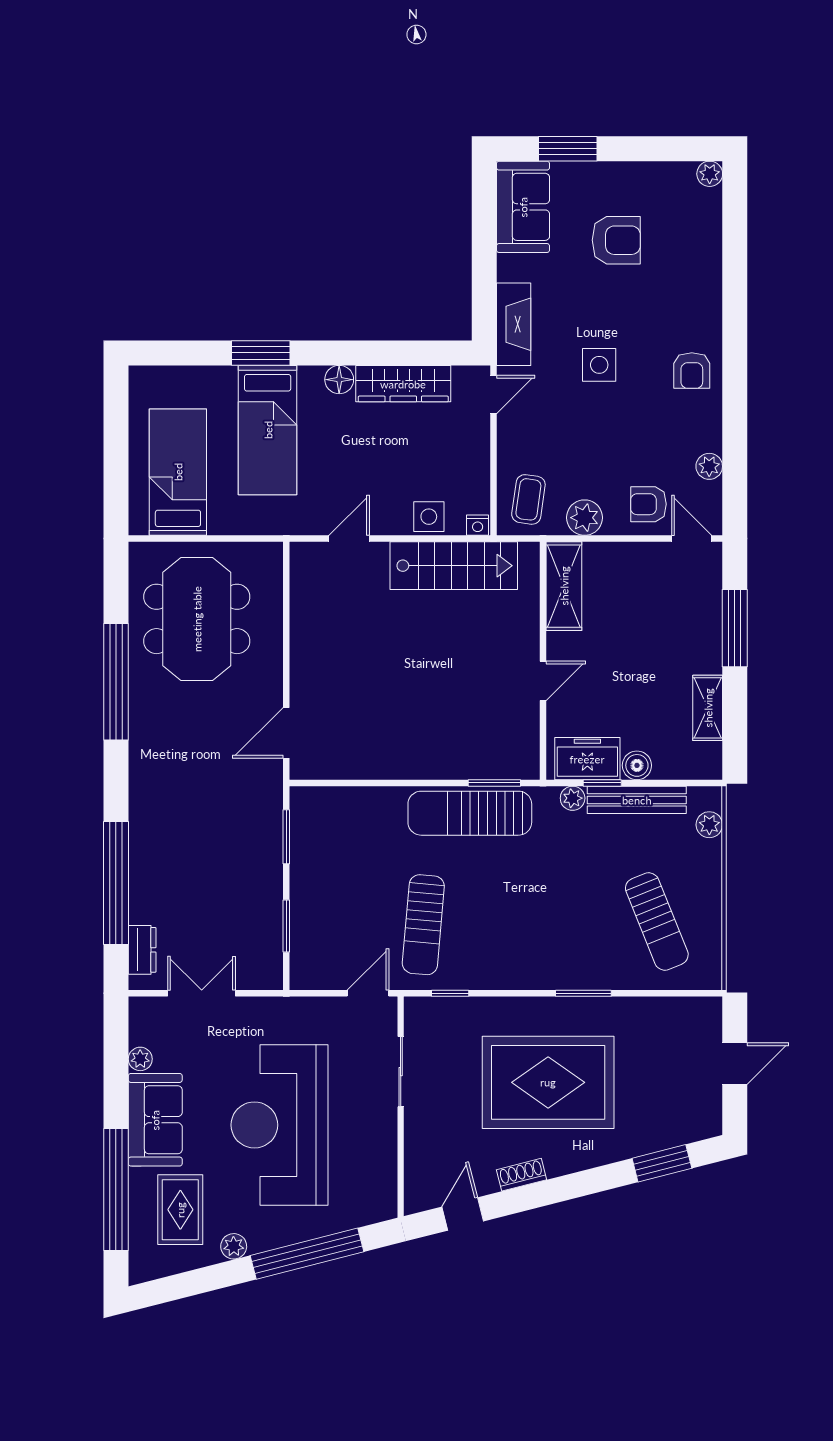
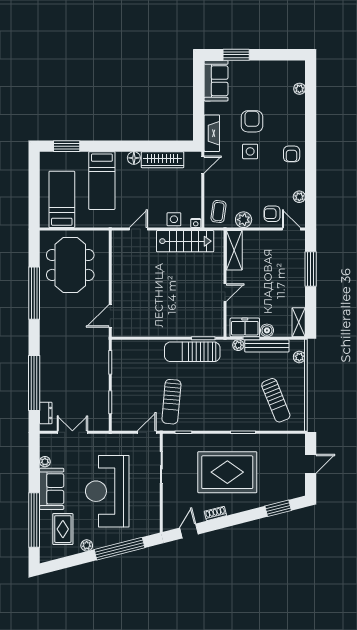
plant: (710, 174) -> (299, 89), moved
armchair: (616, 240) -> (252, 121), moved, turned -90
window: (261, 353) -> (67, 146), moved
shelving: (708, 708) -> (299, 322), moved

